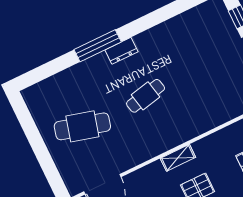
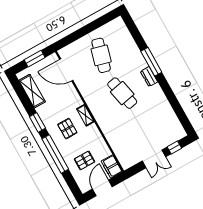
cafe table: (146, 96) -> (122, 93), width x1.37, depth x1.35

